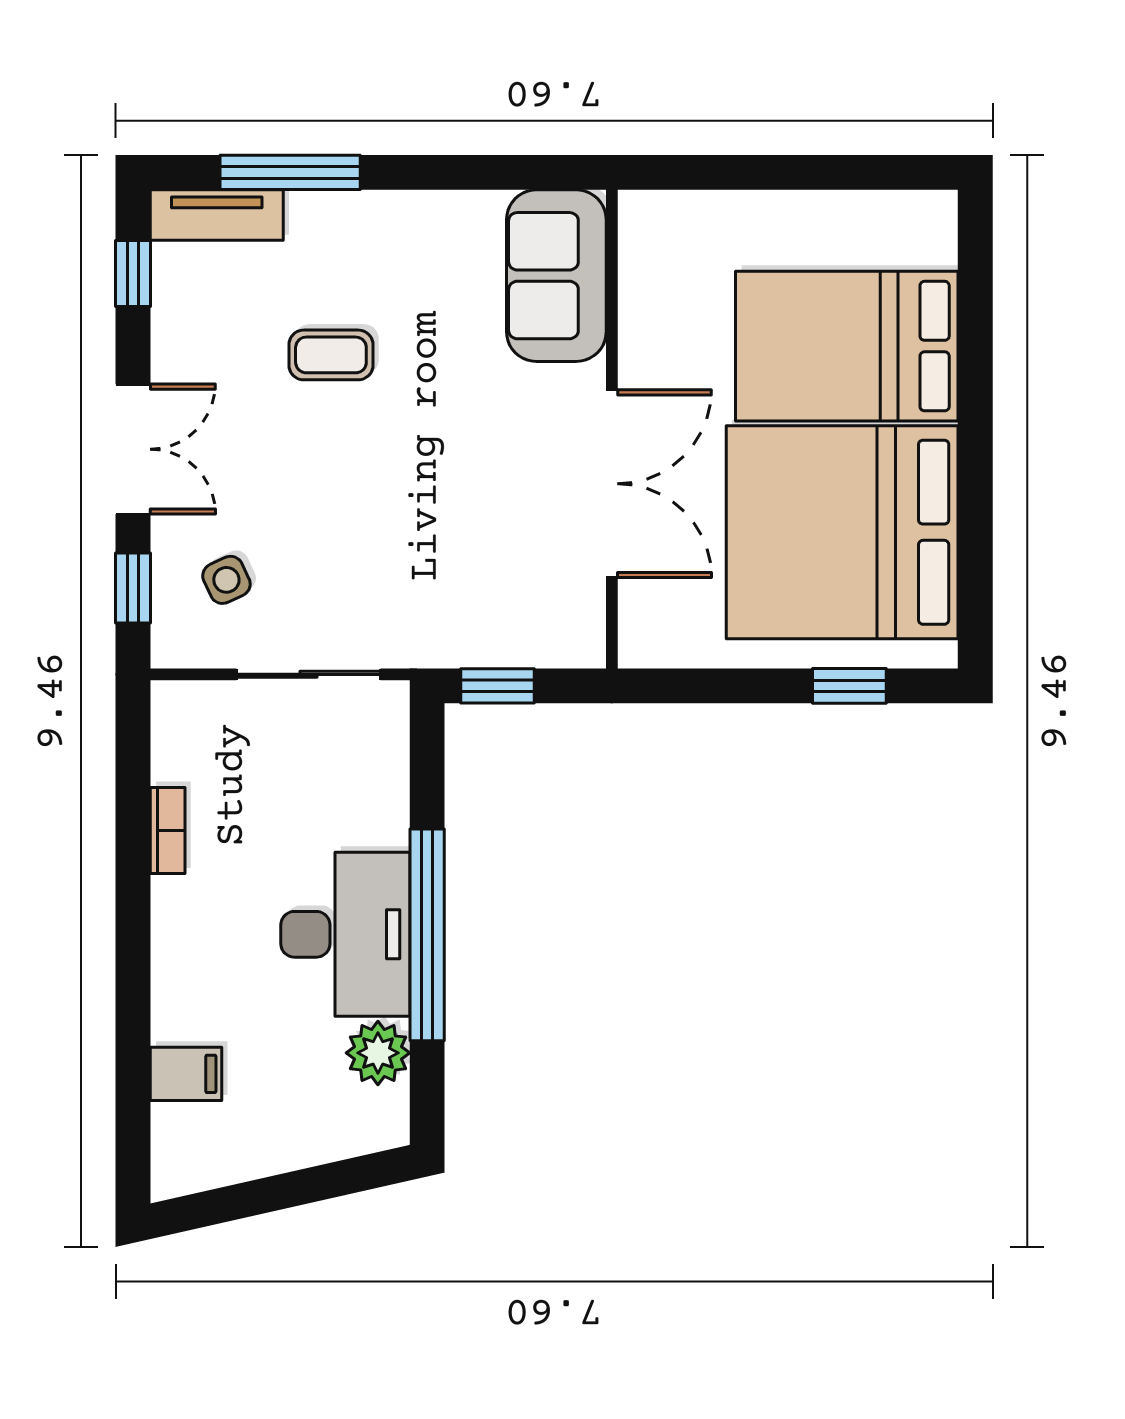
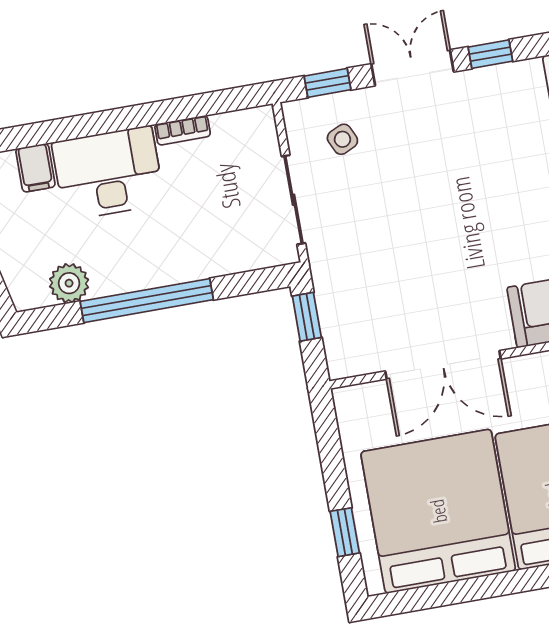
window: (133, 274) -> (490, 54), moved
coffee table: (331, 355) -> (492, 179), removed
double door: (133, 449) -> (413, 68), swing flipped
desk: (345, 934) -> (108, 173), moved, turned 180

